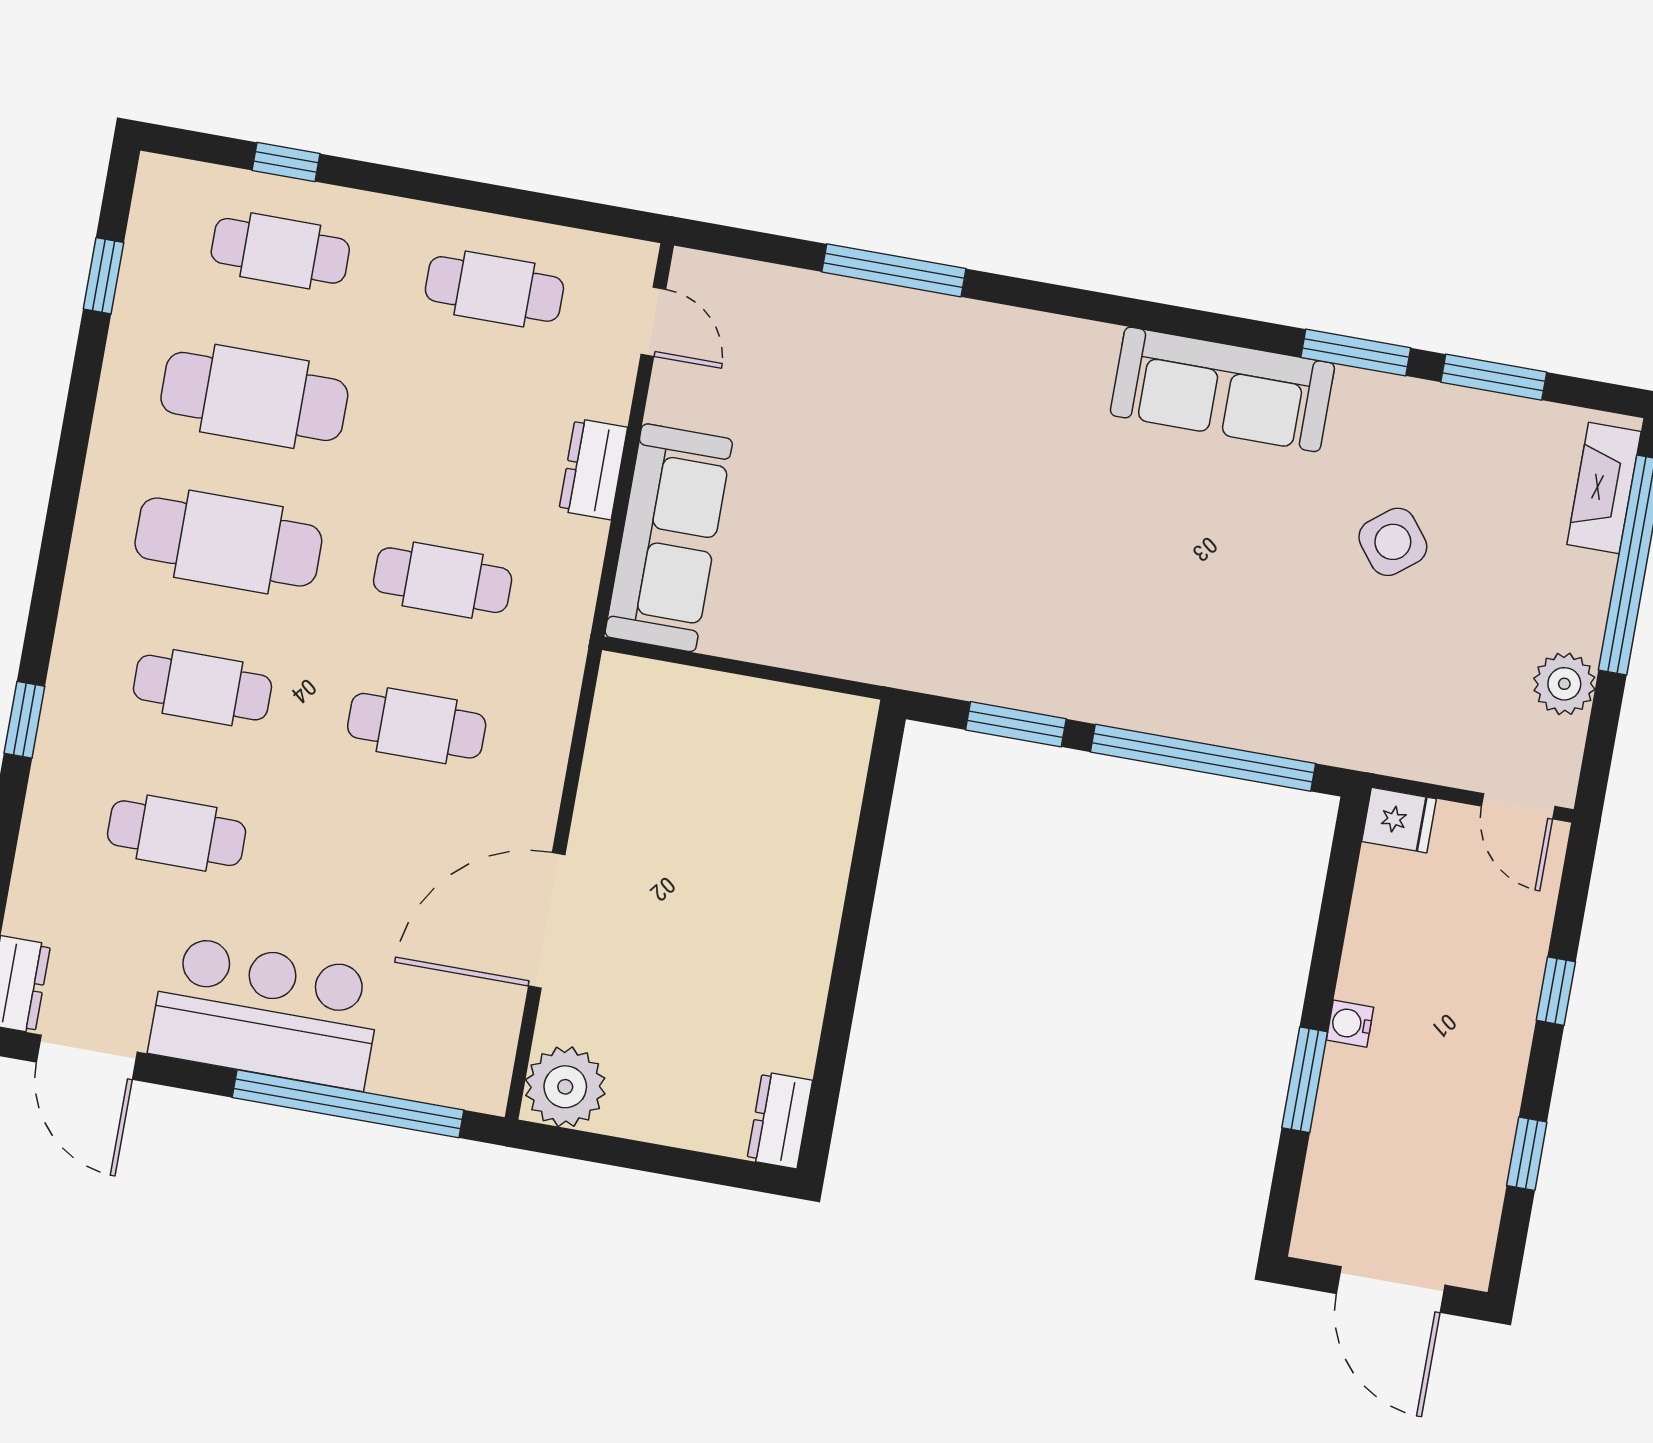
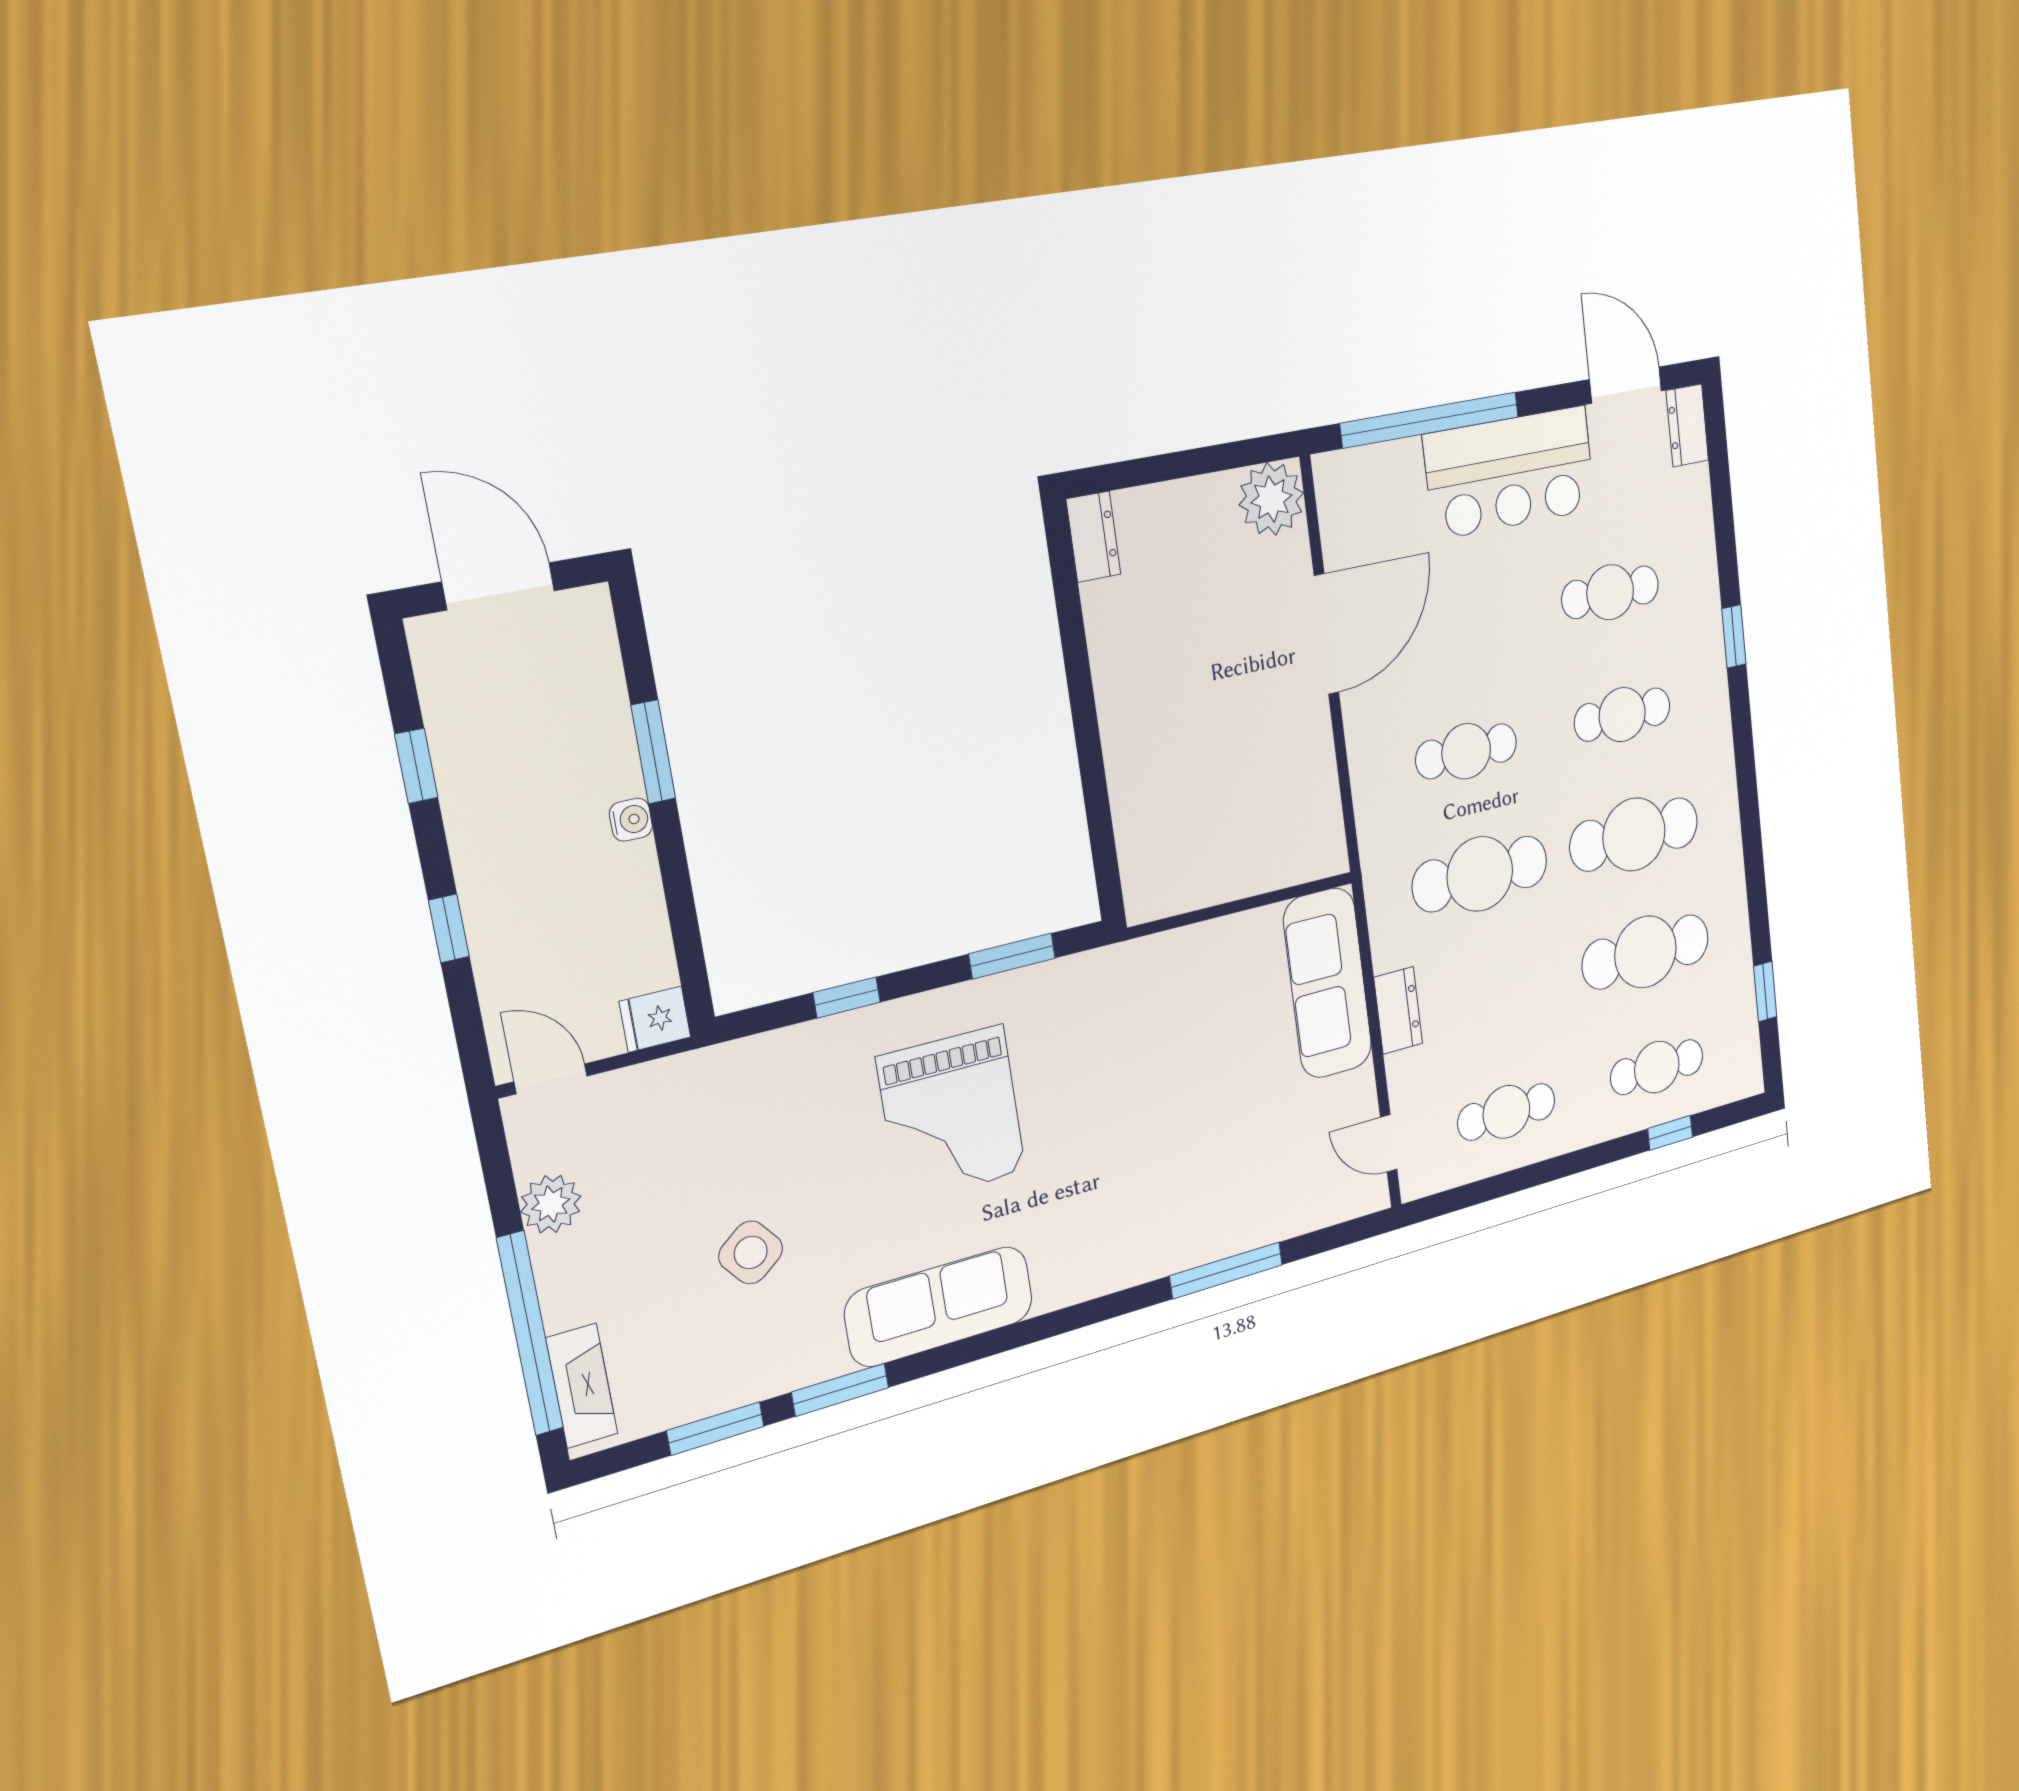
cafe table: (443, 580) -> (1480, 874), width x1.37, depth x1.35
grand piano: (1138, 587) -> (951, 1115), added
window: (1203, 758) -> (847, 997), width x0.32

